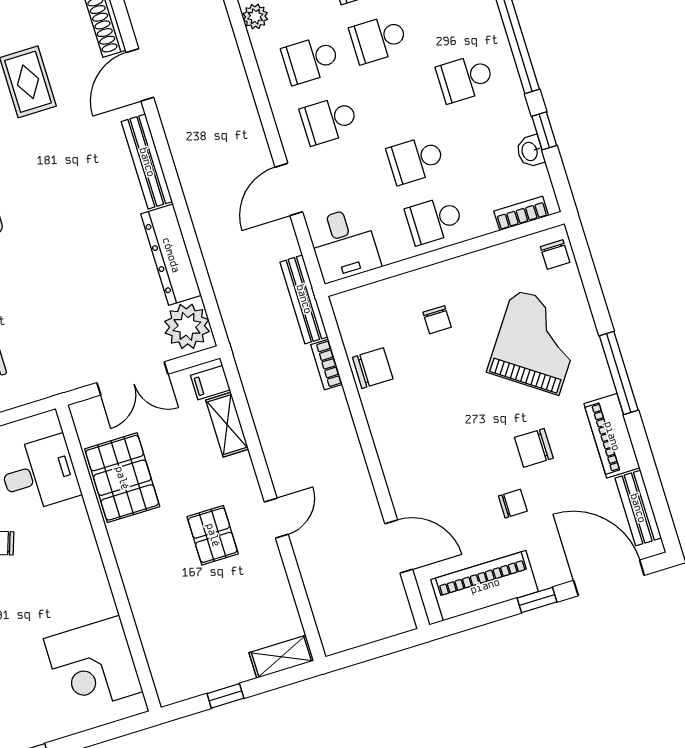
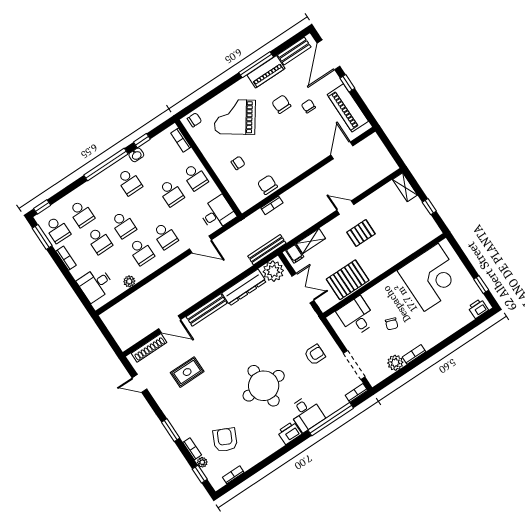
washbasin: (530, 151) -> (136, 155), moved
bench: (304, 299) -> (267, 250), moved
window: (619, 373) -> (256, 65), moved
chair: (534, 448) -> (281, 104), turned 180
corner desk: (93, 665) -> (431, 277), width x1.36, depth x1.36

